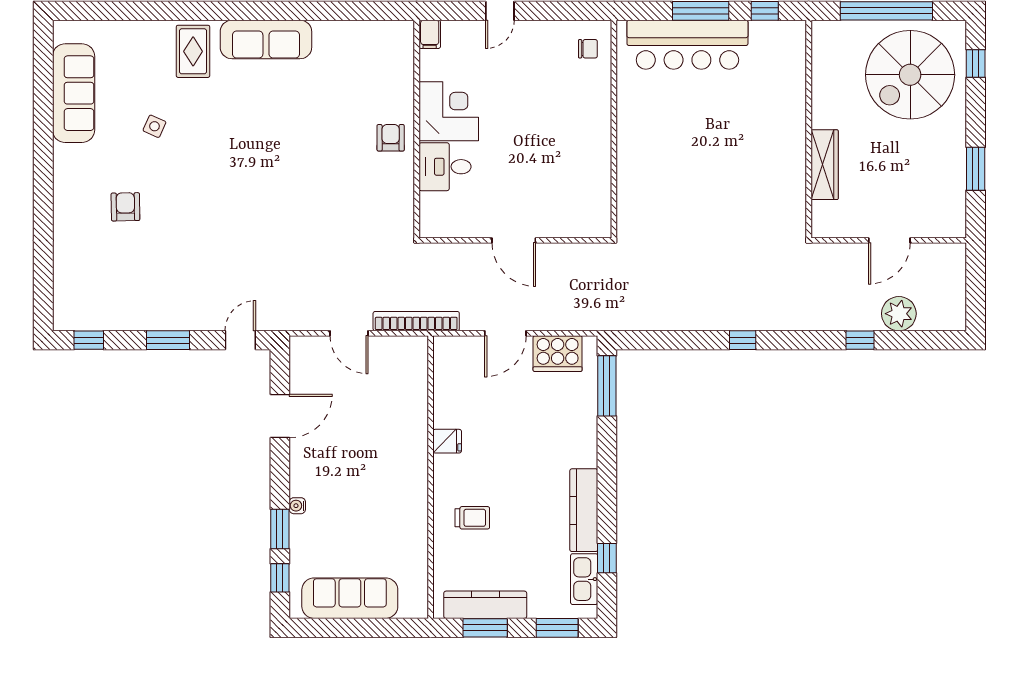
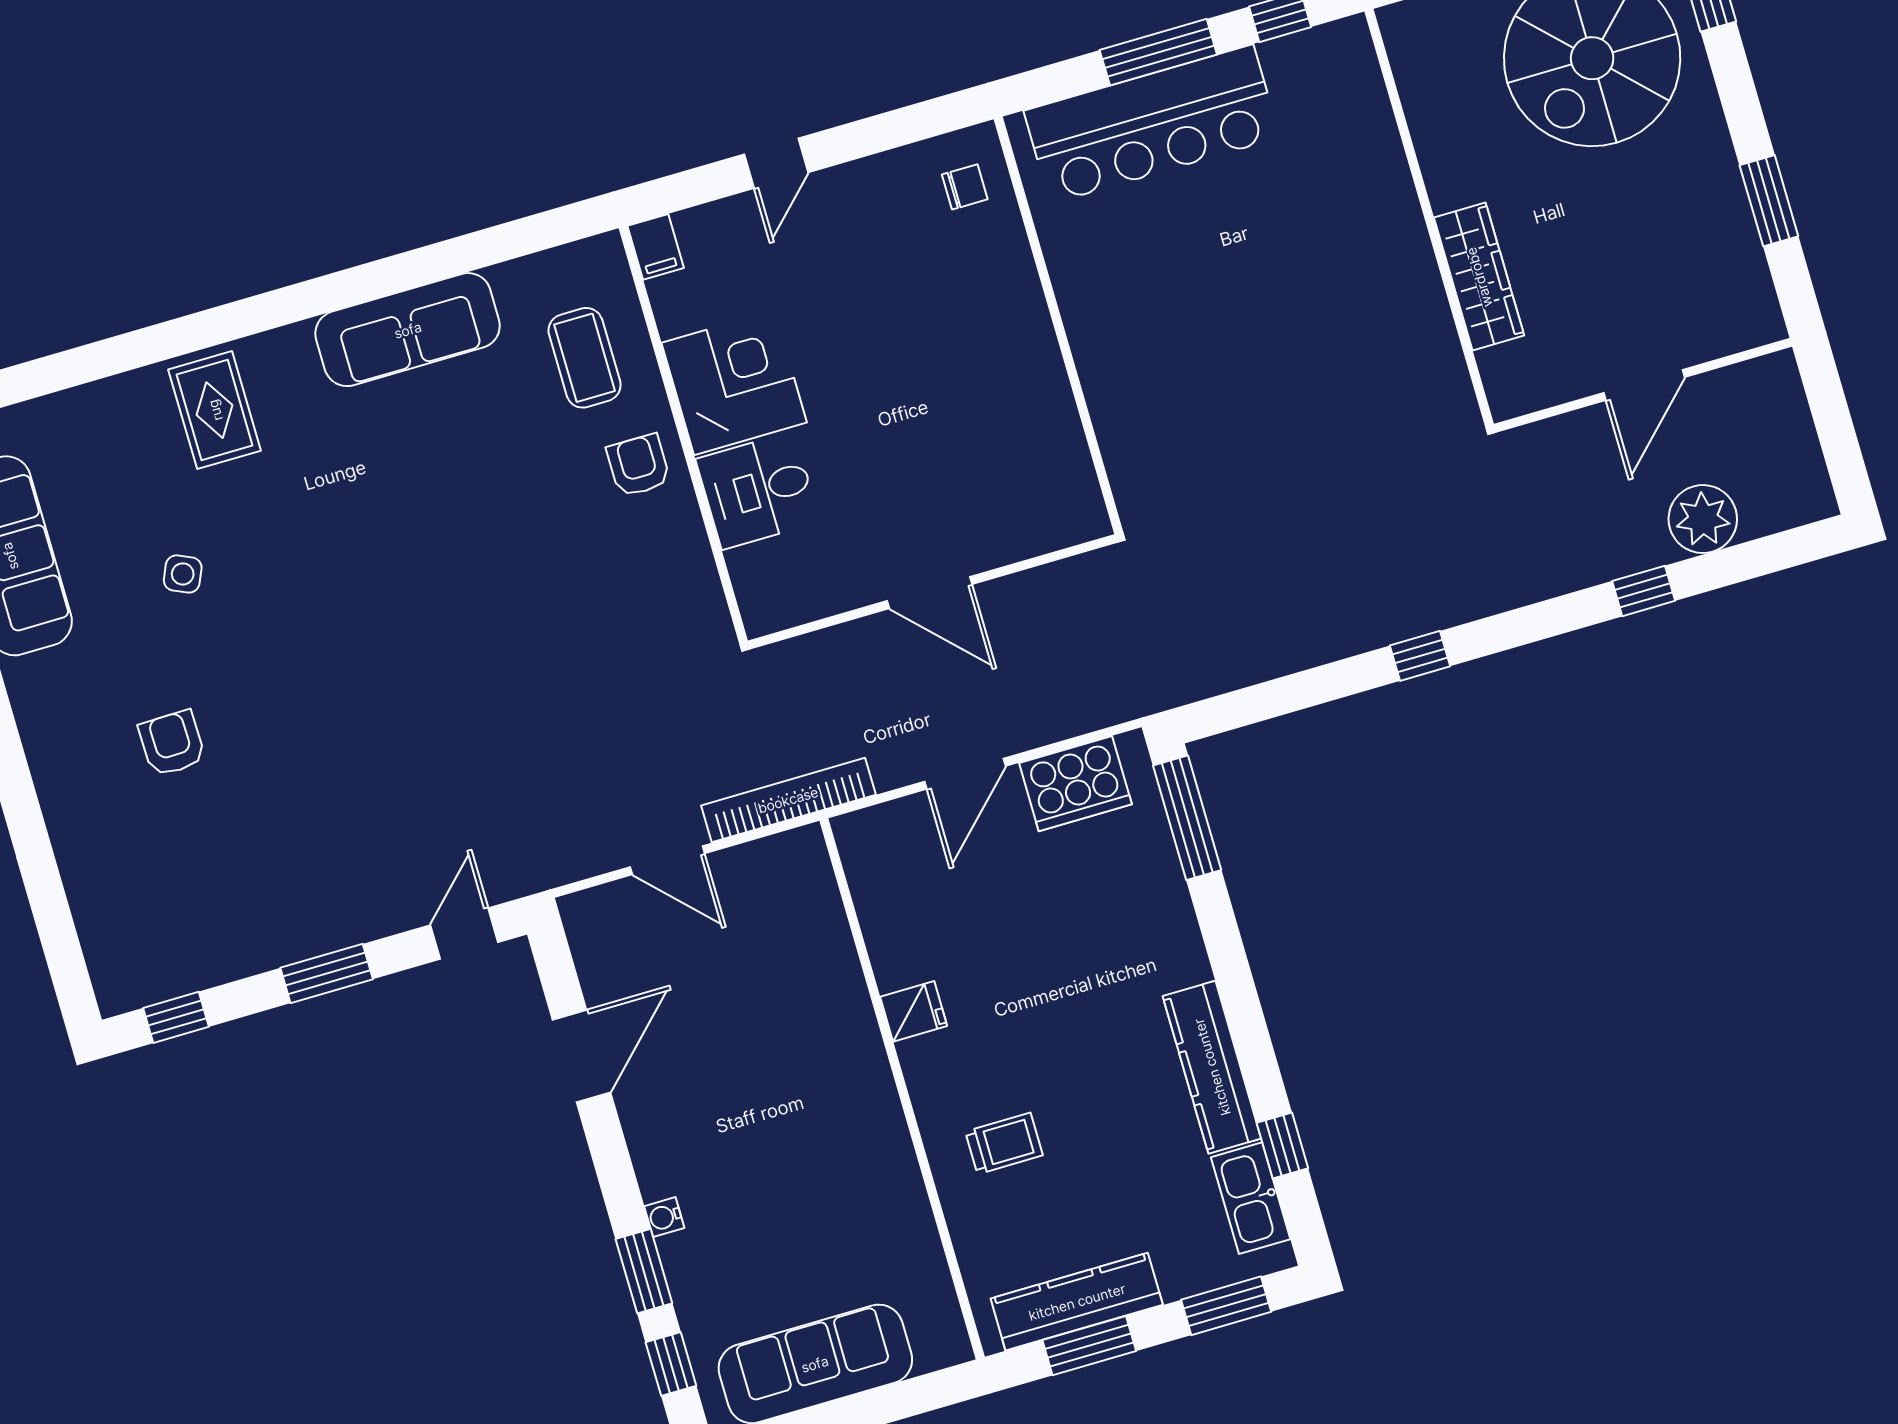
sofa: (266, 39) -> (408, 330), moved
coffee table: (380, 78) -> (585, 358), added

